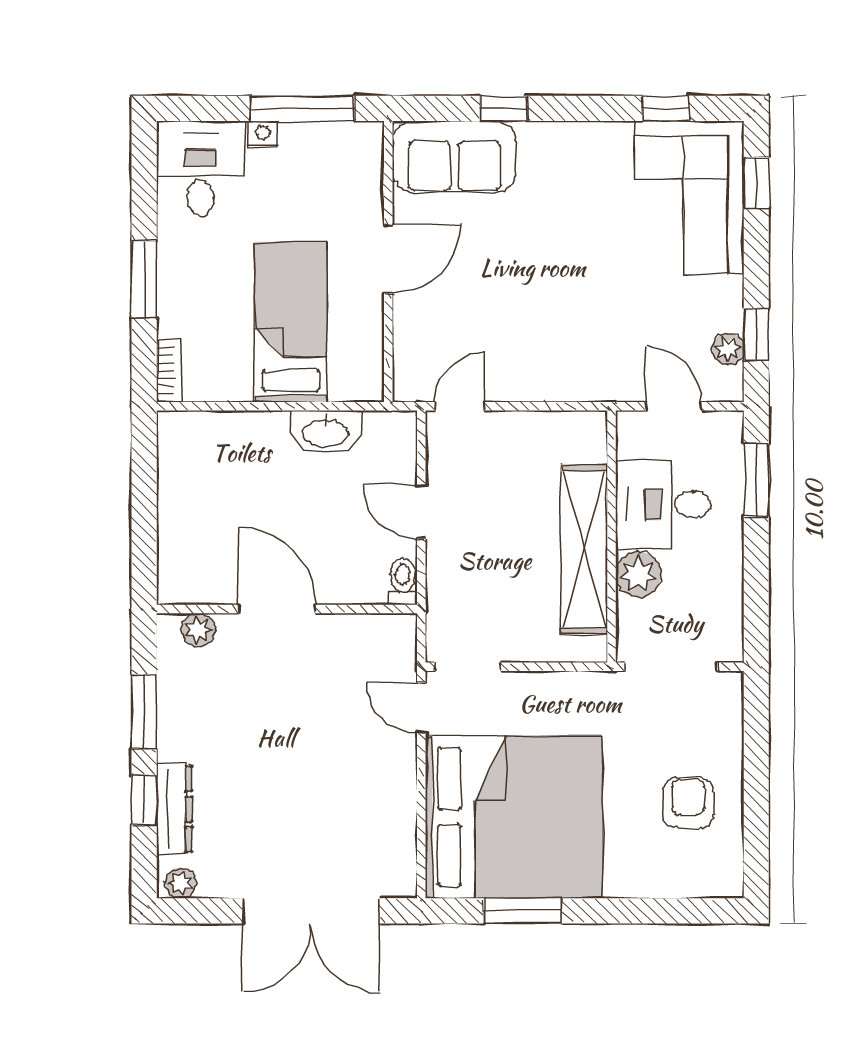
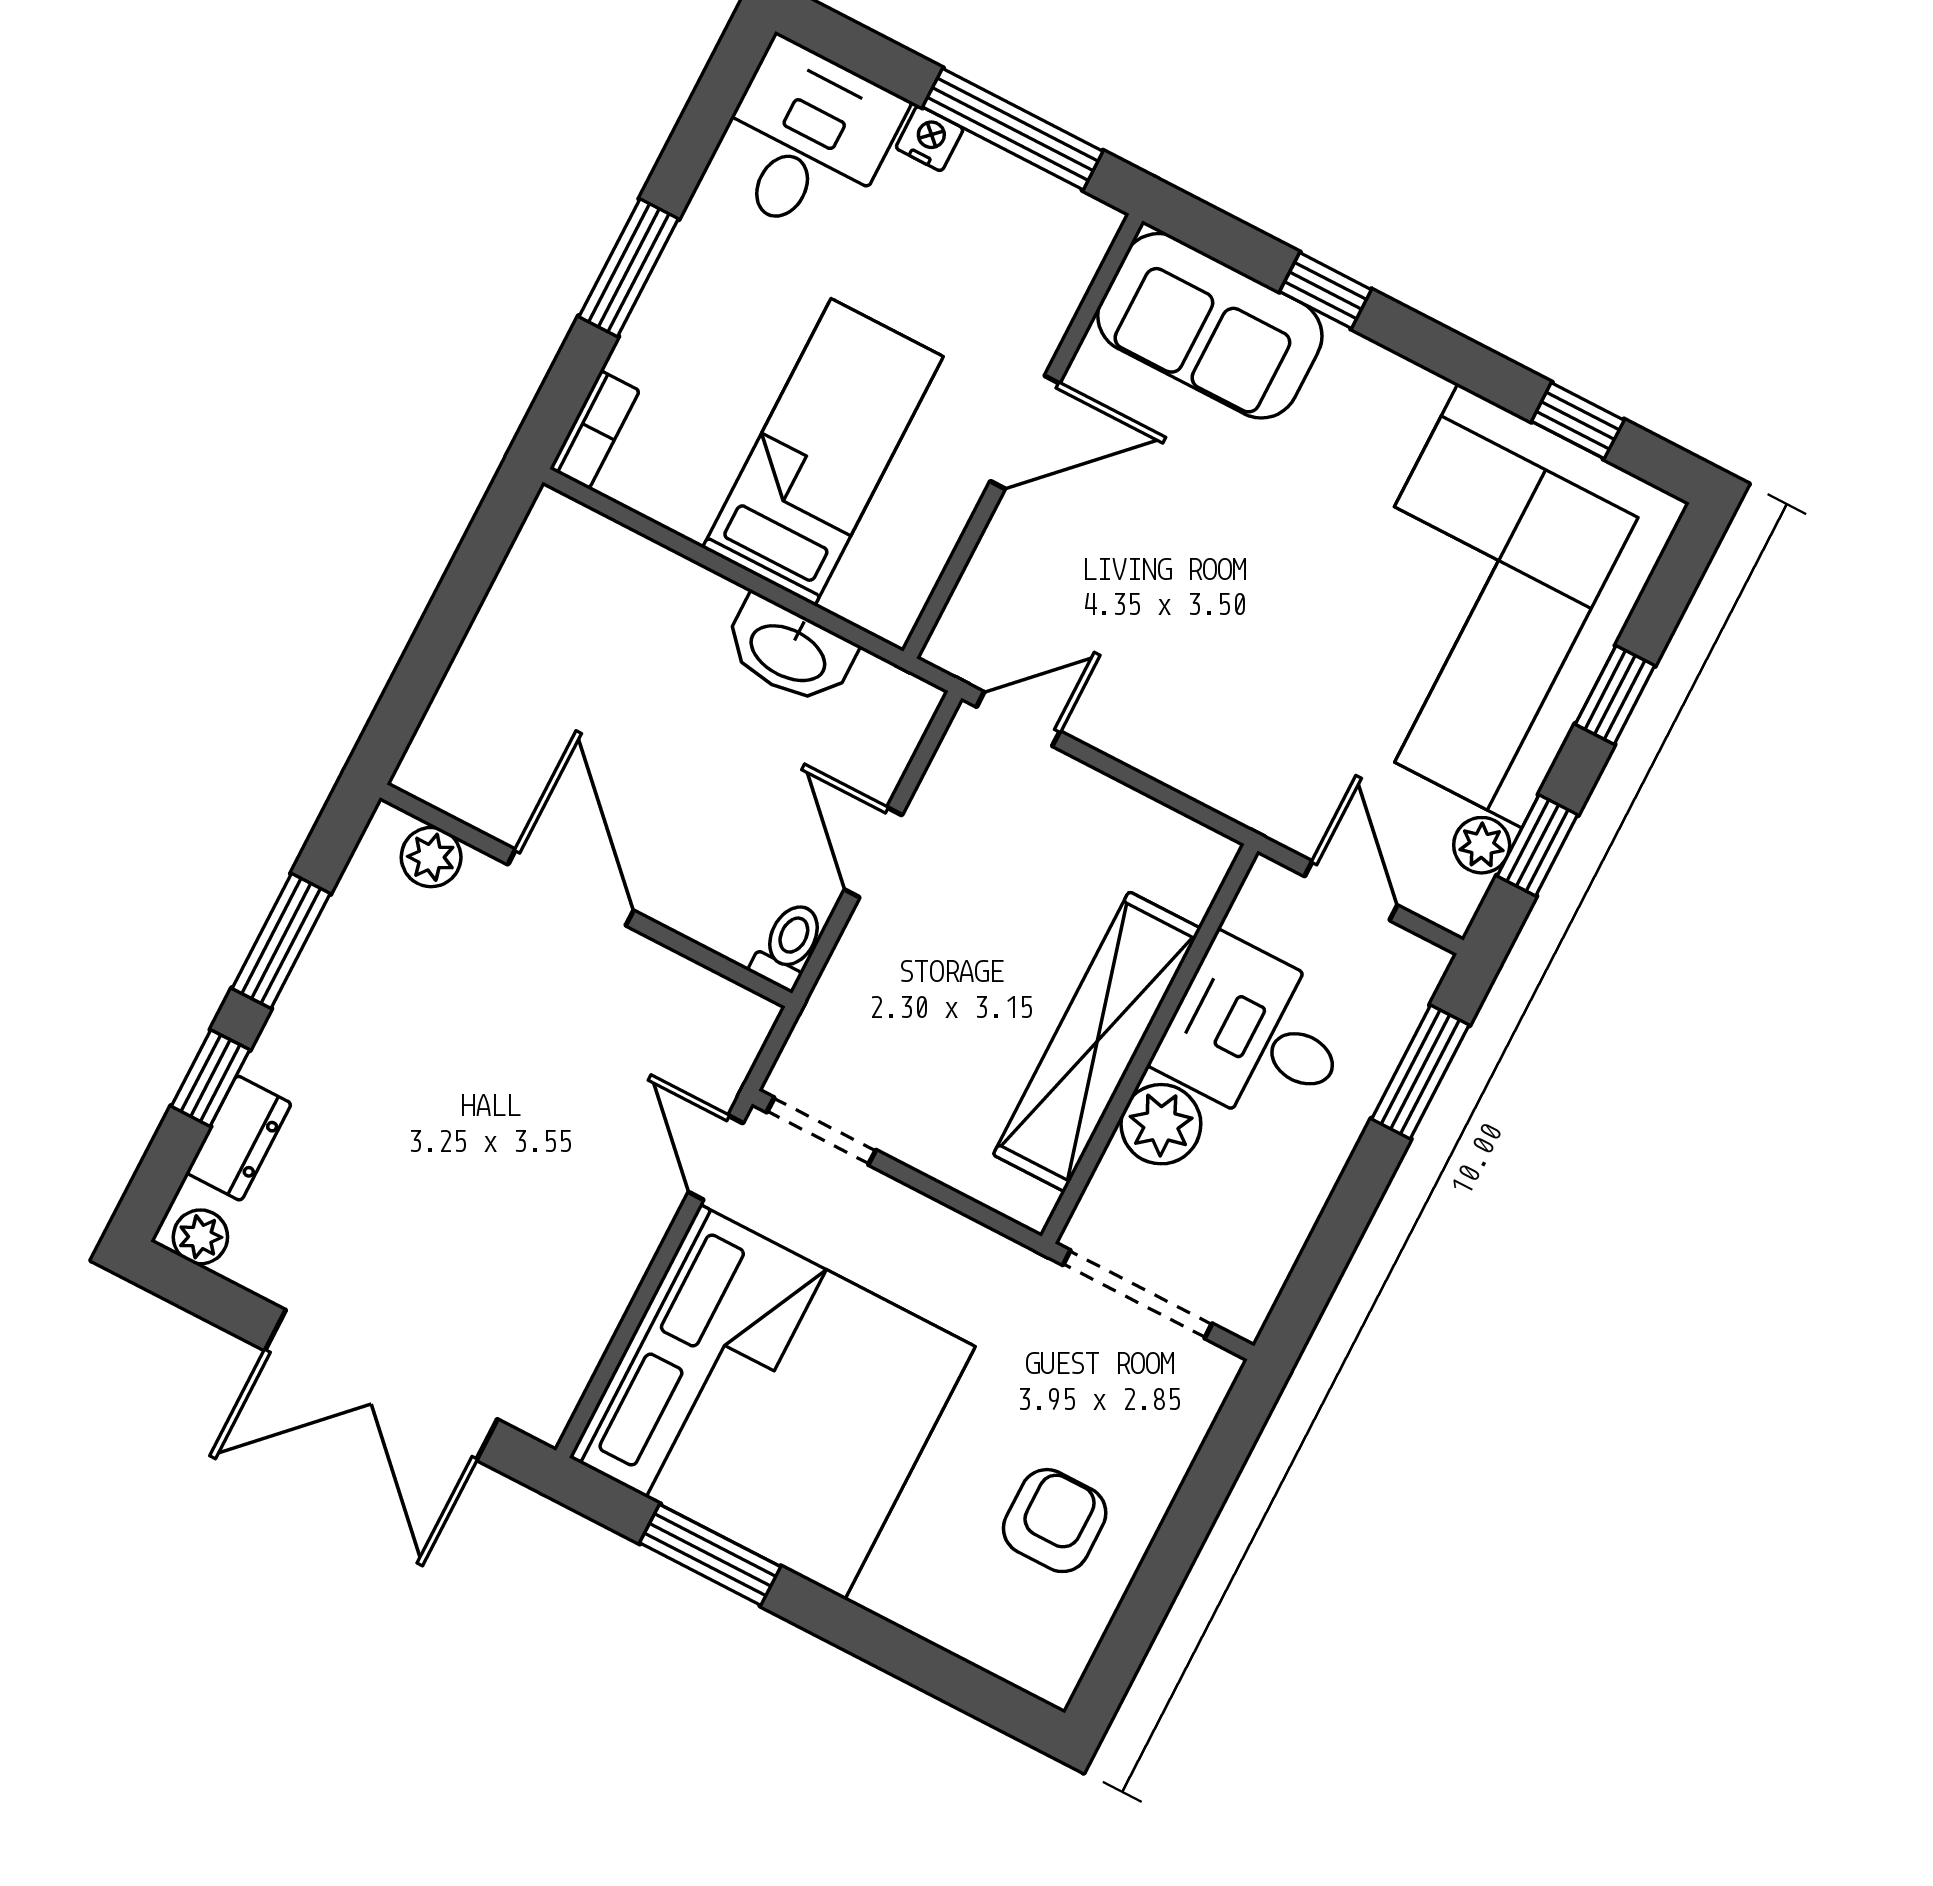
window: (756, 183) -> (1615, 695), moved
corner sofa: (689, 198) -> (1490, 606), width x1.36, depth x1.36
dresser: (174, 809) -> (239, 1138), width x0.70

